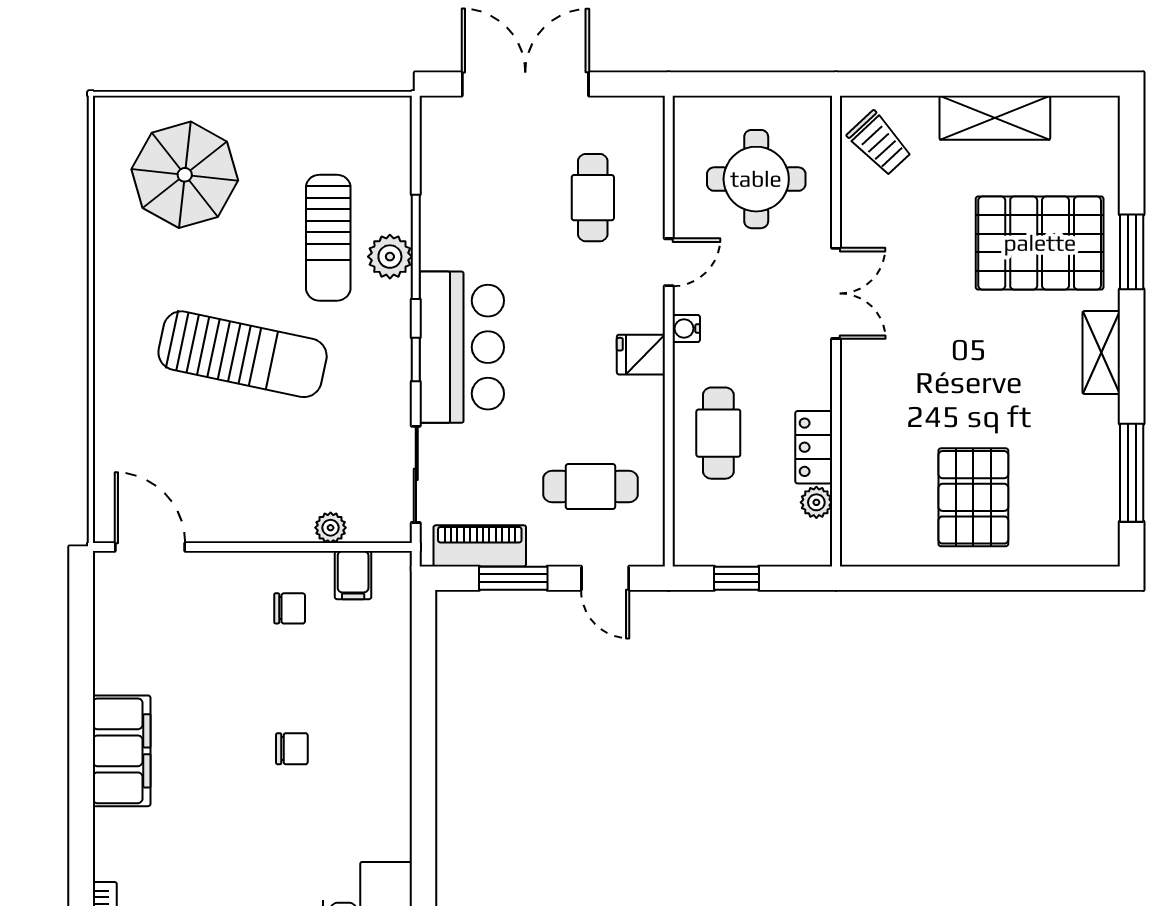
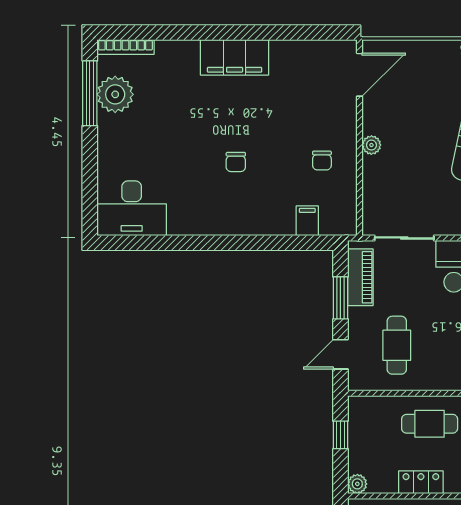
plant: (816, 502) -> (357, 484), moved
plant: (331, 528) -> (371, 145), moved
filing cabinet: (353, 575) -> (307, 221), moved, turned 90

